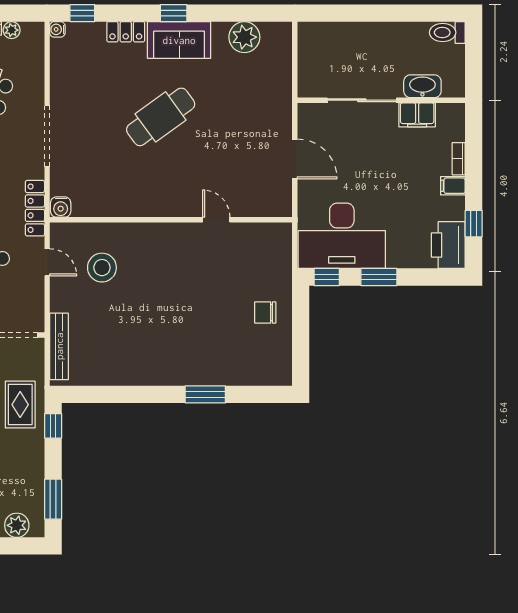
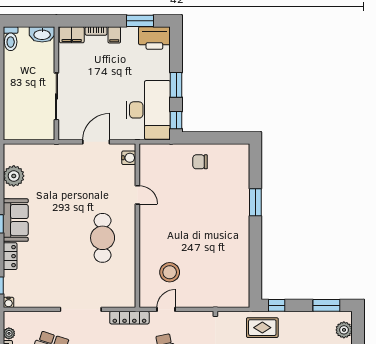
washbasin: (422, 86) -> (42, 34), moved, turned -90
filing cabinet: (417, 115) -> (72, 35), moved, turned 90
cafe table: (161, 117) -> (103, 238), moved, turned 36
water cooler: (61, 207) -> (129, 158), moved
door: (216, 220) -> (137, 195), swing flipped
window: (474, 224) -> (140, 21), width x1.50
chair: (265, 313) -> (200, 162), turned 90
bench: (59, 346) -> (223, 301), removed

